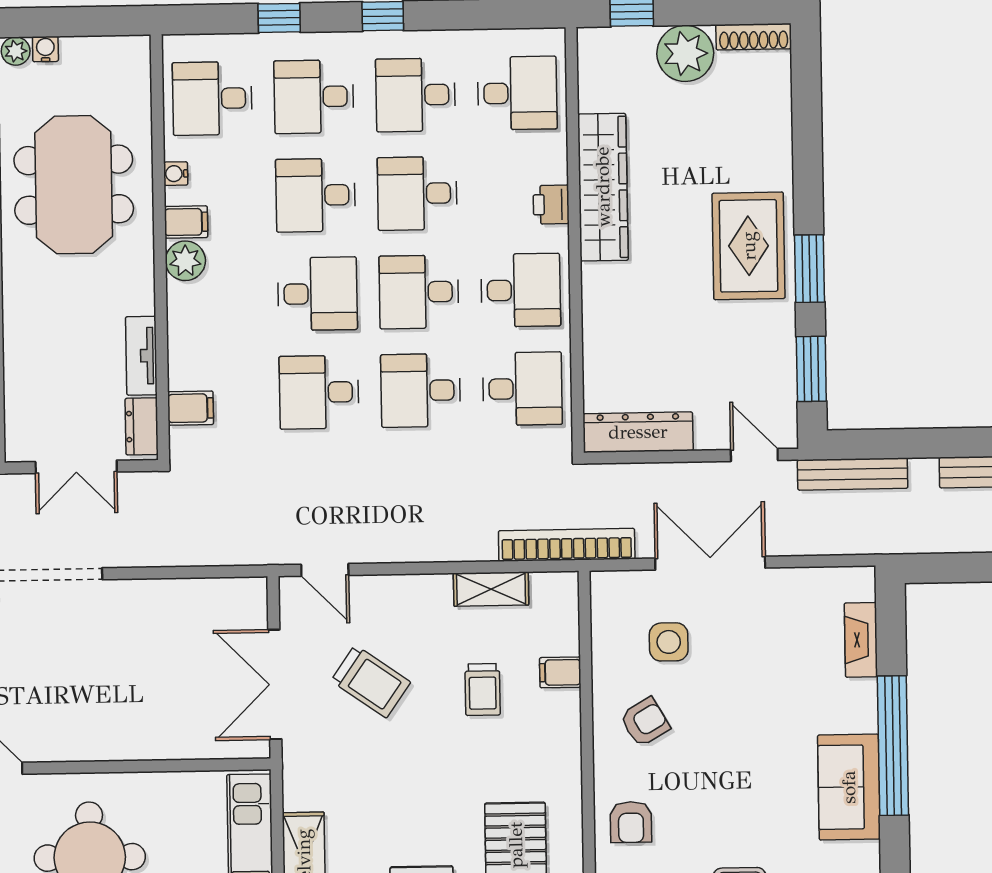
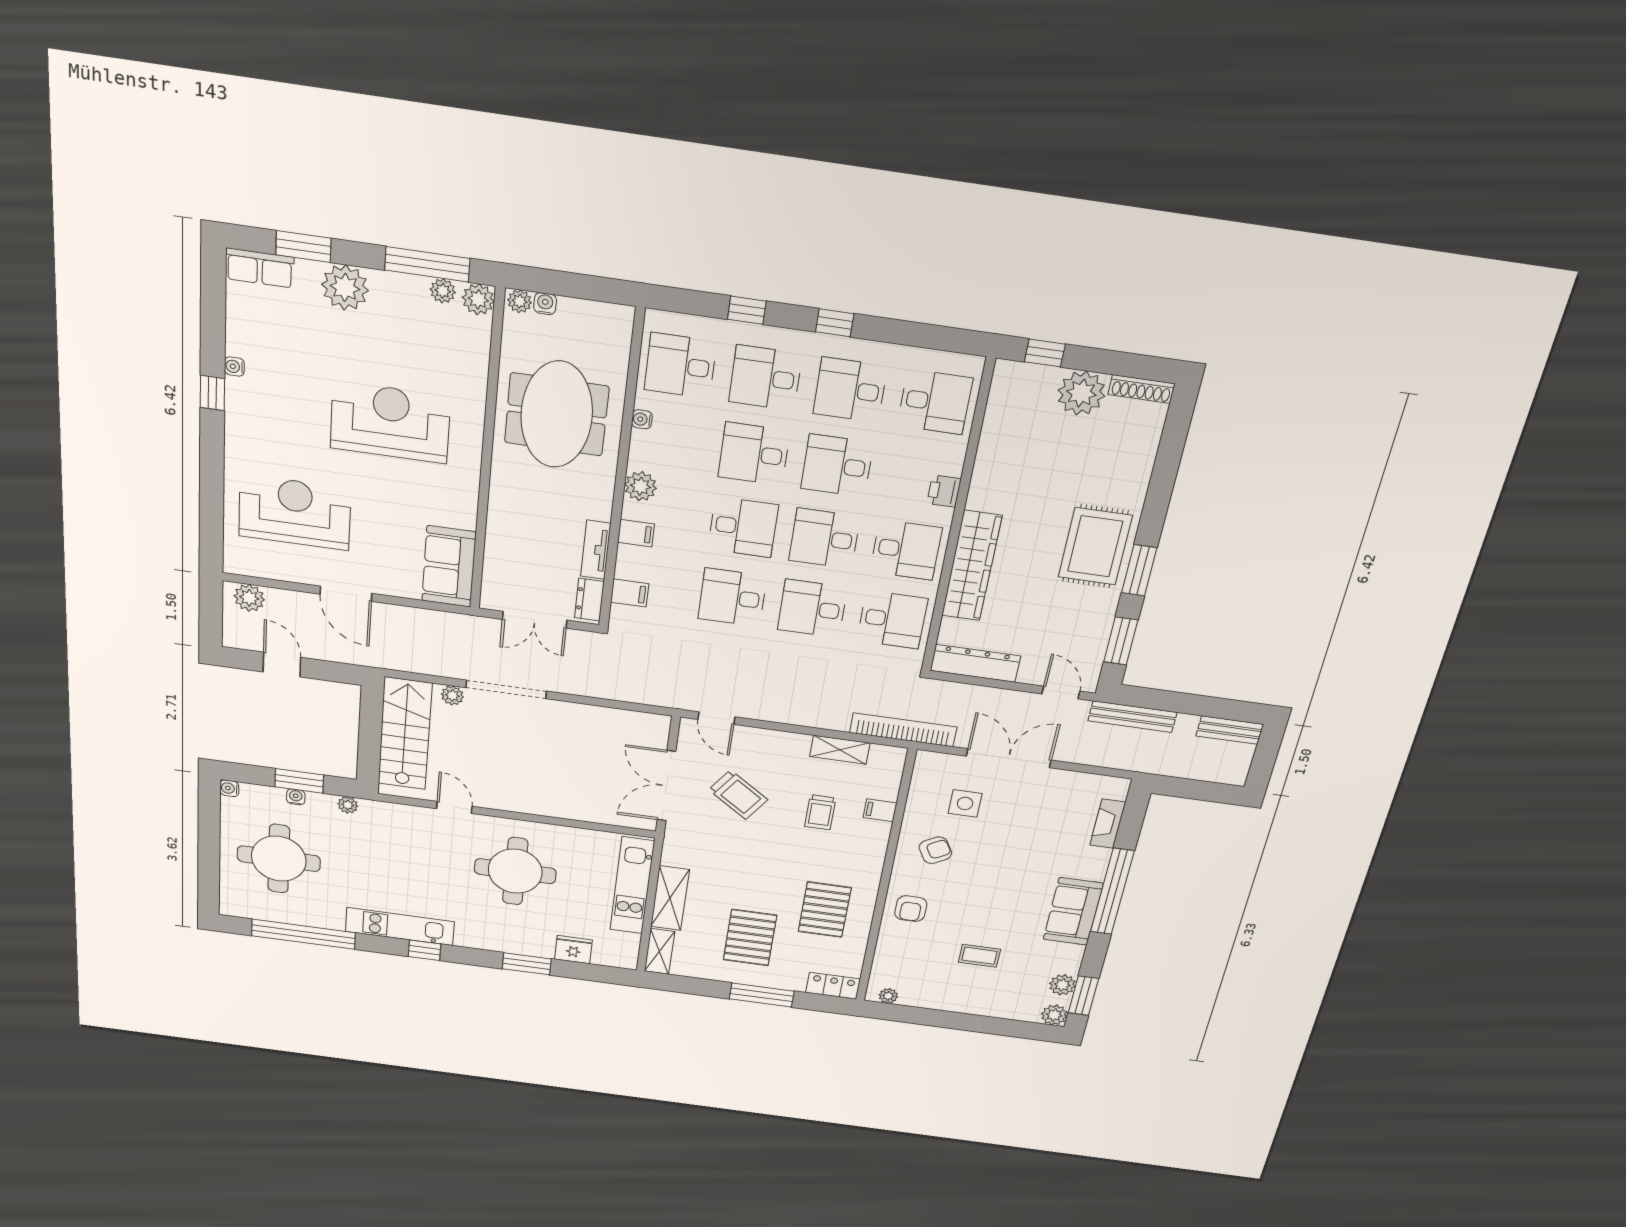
wardrobe: (603, 187) -> (972, 566), moved
filing cabinet: (186, 222) -> (636, 533), moved

